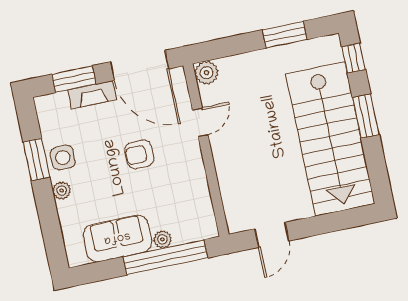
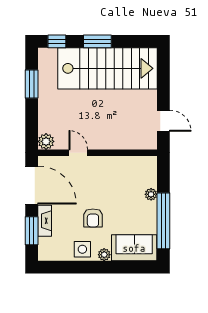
door: (140, 65) -> (32, 185), hinge flipped
armchair: (139, 154) -> (93, 218), moved
window: (36, 160) -> (80, 267), removed
sofa: (117, 238) -> (134, 248), moved, turned 90
window: (165, 257) -> (163, 221), moved

